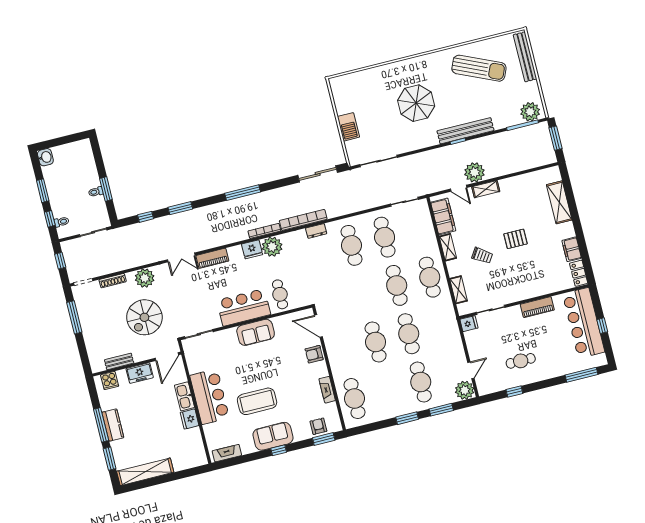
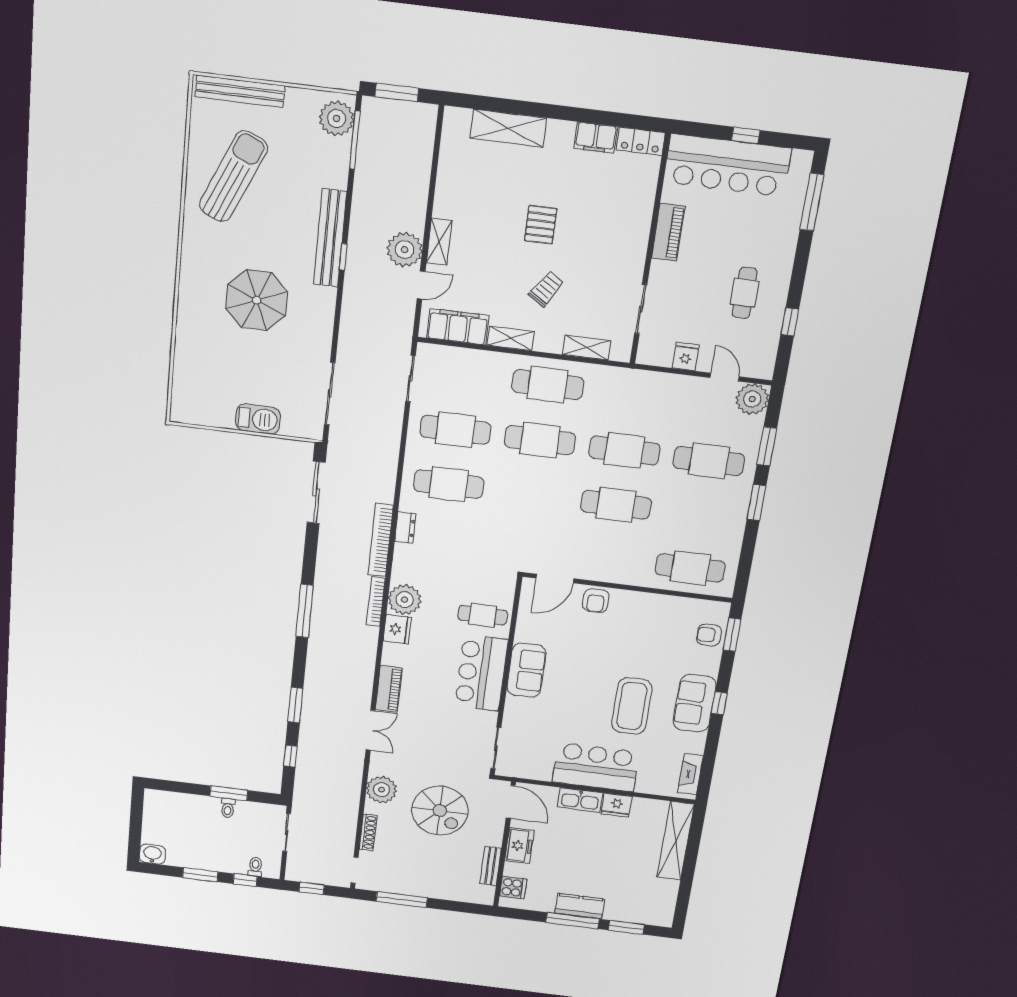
fridge: (469, 324) -> (686, 357), moved
fireplace: (327, 390) -> (659, 602), removed
shelving: (145, 472) -> (676, 841), moved

